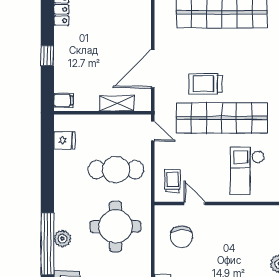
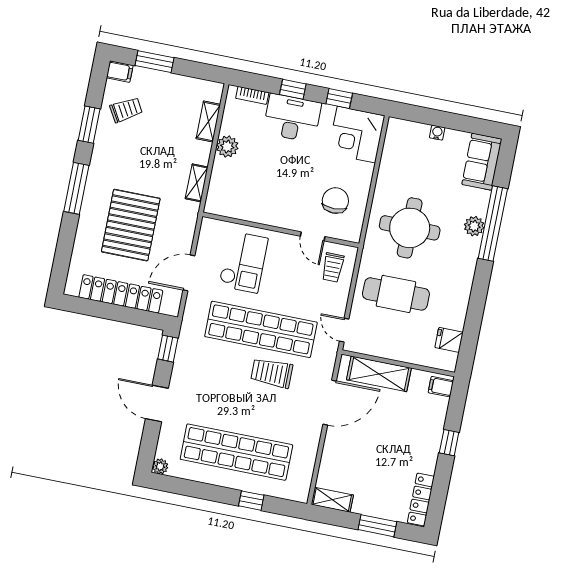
trolley: (206, 84) -> (272, 373), turned 180
shelving: (117, 103) -> (379, 374), width x1.50, depth x1.33

